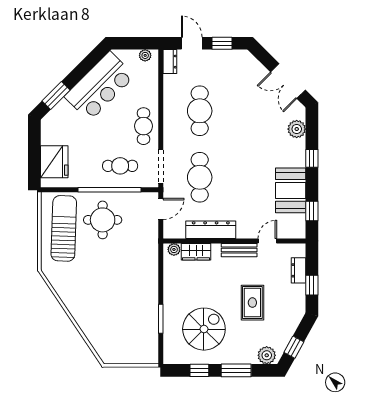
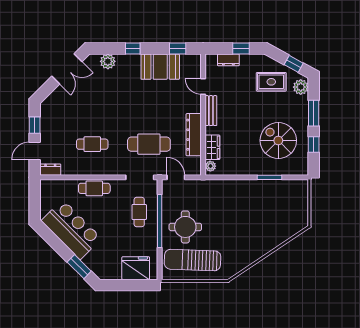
plant: (145, 55) -> (45, 191), removed
cafe table: (200, 111) -> (92, 144), width x0.73, depth x0.74
cafe table: (143, 126) -> (94, 188), moved
rug: (252, 303) -> (271, 82), moved

